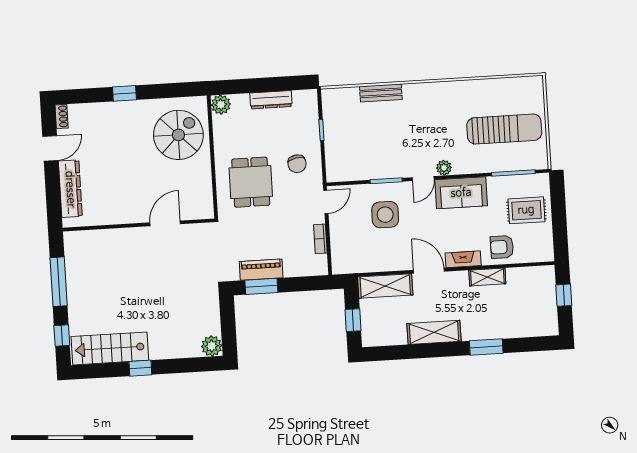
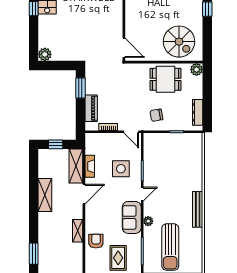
bench: (381, 93) -> (198, 209), moved, width x1.36
dresser: (271, 100) -> (198, 112), moved
plant: (444, 168) -> (148, 221), moved
door: (423, 179) -> (142, 194), swing flipped
dining table: (251, 182) -> (166, 79), moved
door: (165, 223) -> (124, 48), moved
fireplace: (463, 259) -> (90, 166), moved
piano: (261, 270) -> (91, 108), moved
window: (486, 347) -> (34, 254), moved

